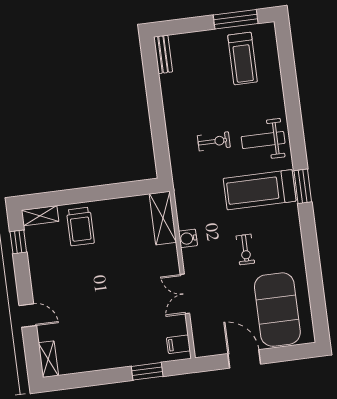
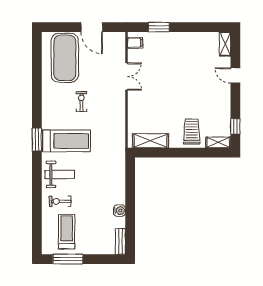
exercise bike: (214, 141) -> (60, 201), moved
shelving: (163, 218) -> (151, 141), moved, turned 90
water cooler: (188, 238) -> (119, 211), moved

